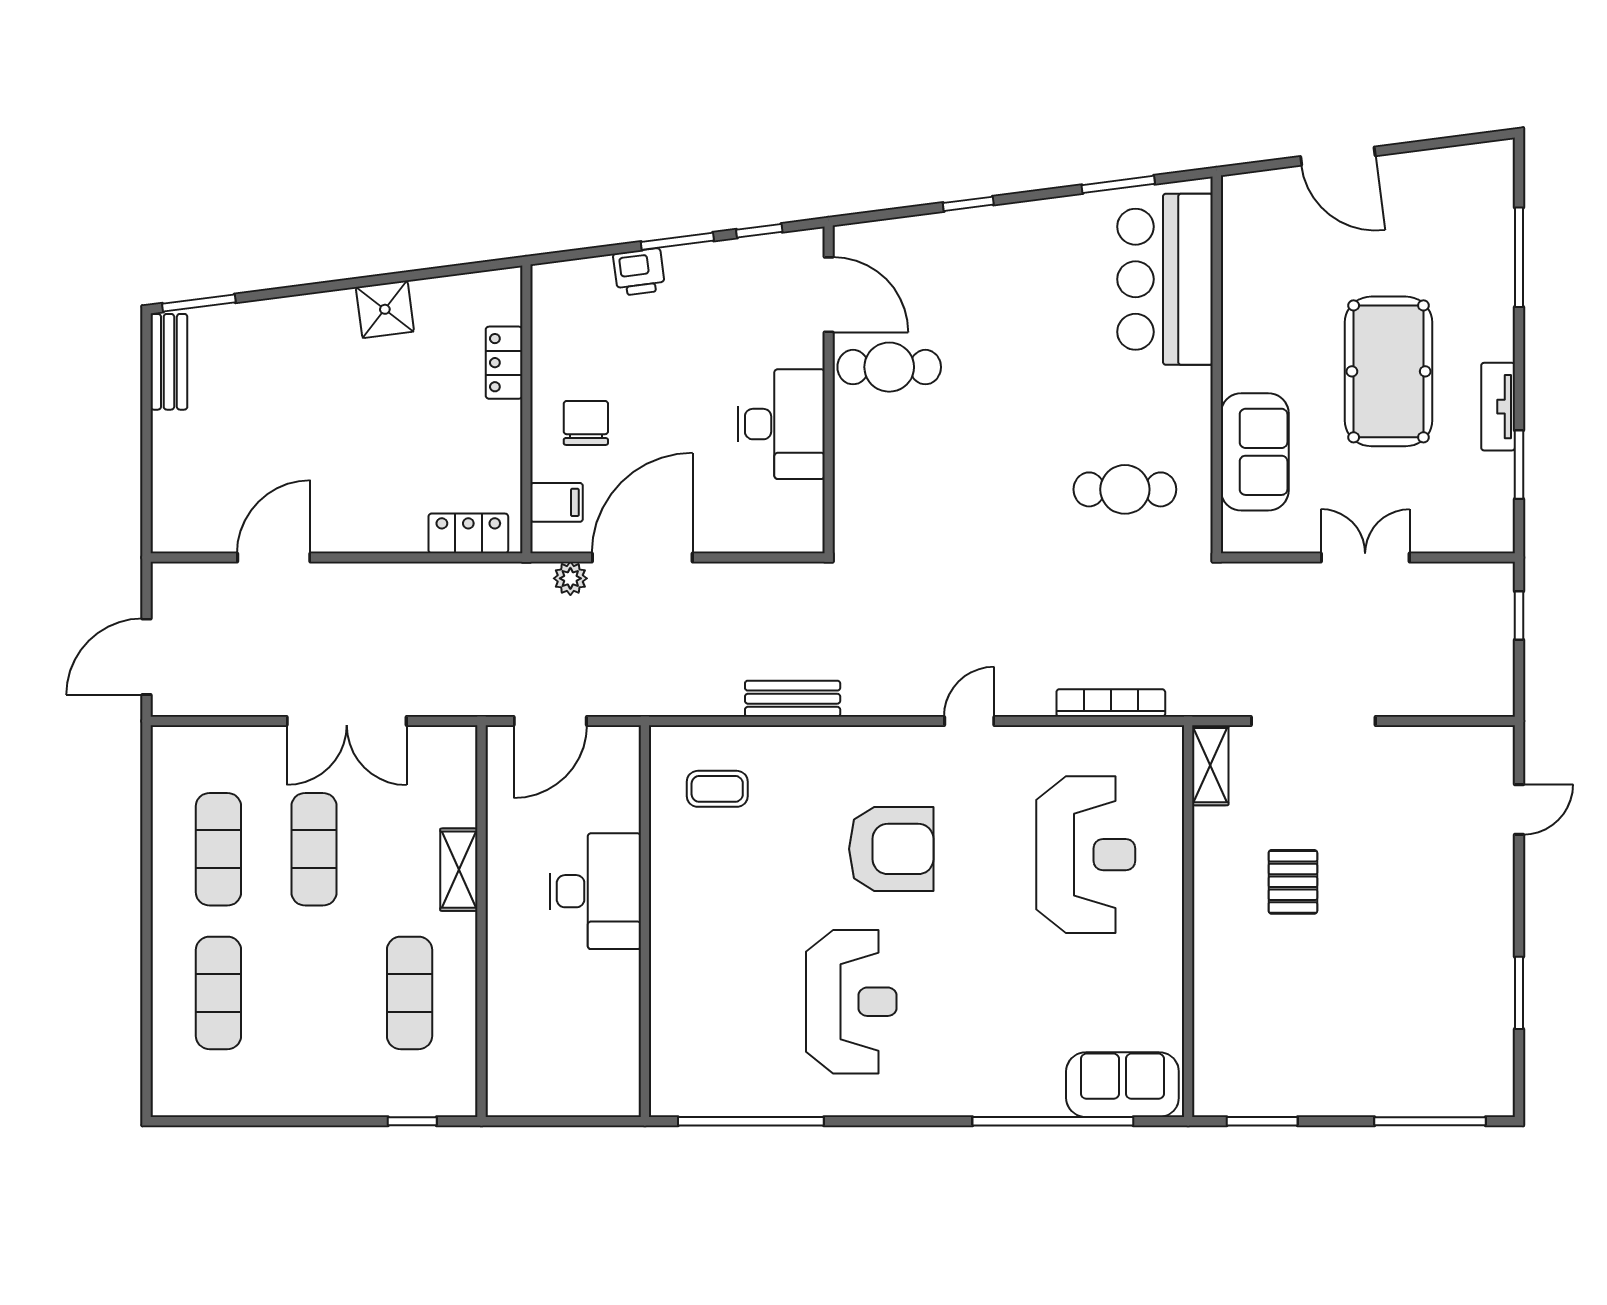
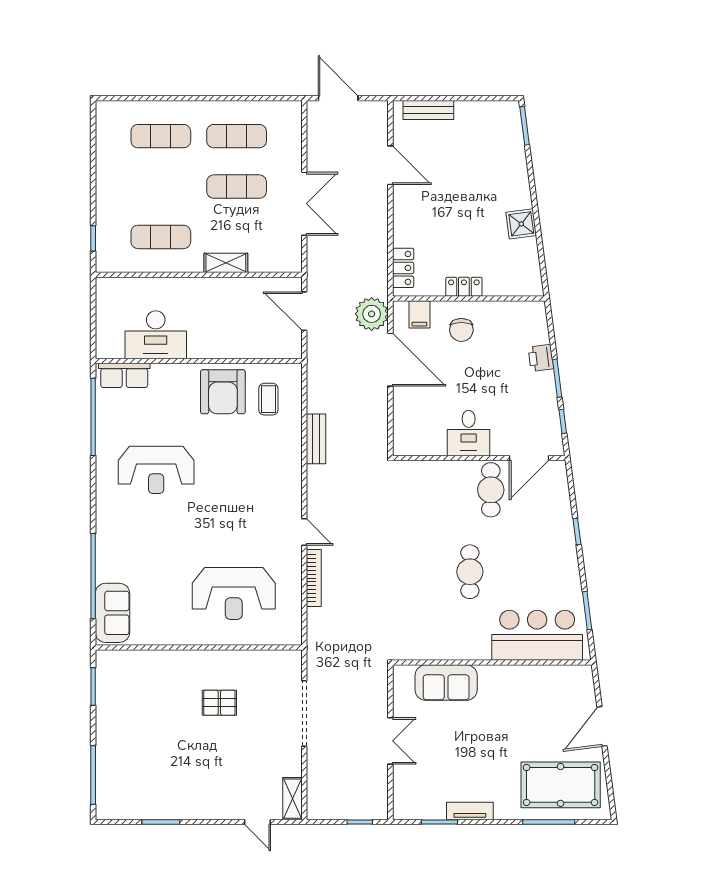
bench: (169, 362) -> (428, 110), moved
locker: (504, 363) -> (464, 287), moved
pool table: (1389, 371) -> (561, 785), moved
chair: (586, 423) -> (461, 330), turned 90
desk: (781, 424) -> (469, 433), width x0.73
cafe table: (1125, 489) -> (470, 572), moved
plant: (570, 578) -> (372, 314), width x1.87, depth x1.87
bookcase: (1111, 703) -> (314, 578), moved
double door: (347, 721) -> (304, 204), swing flipped
shelving: (1210, 765) -> (293, 799), moved, turned 90
armchair: (891, 849) -> (223, 392), moved
desk: (595, 891) -> (156, 335), moved
row of seats: (672, 1062) -> (124, 375), added

